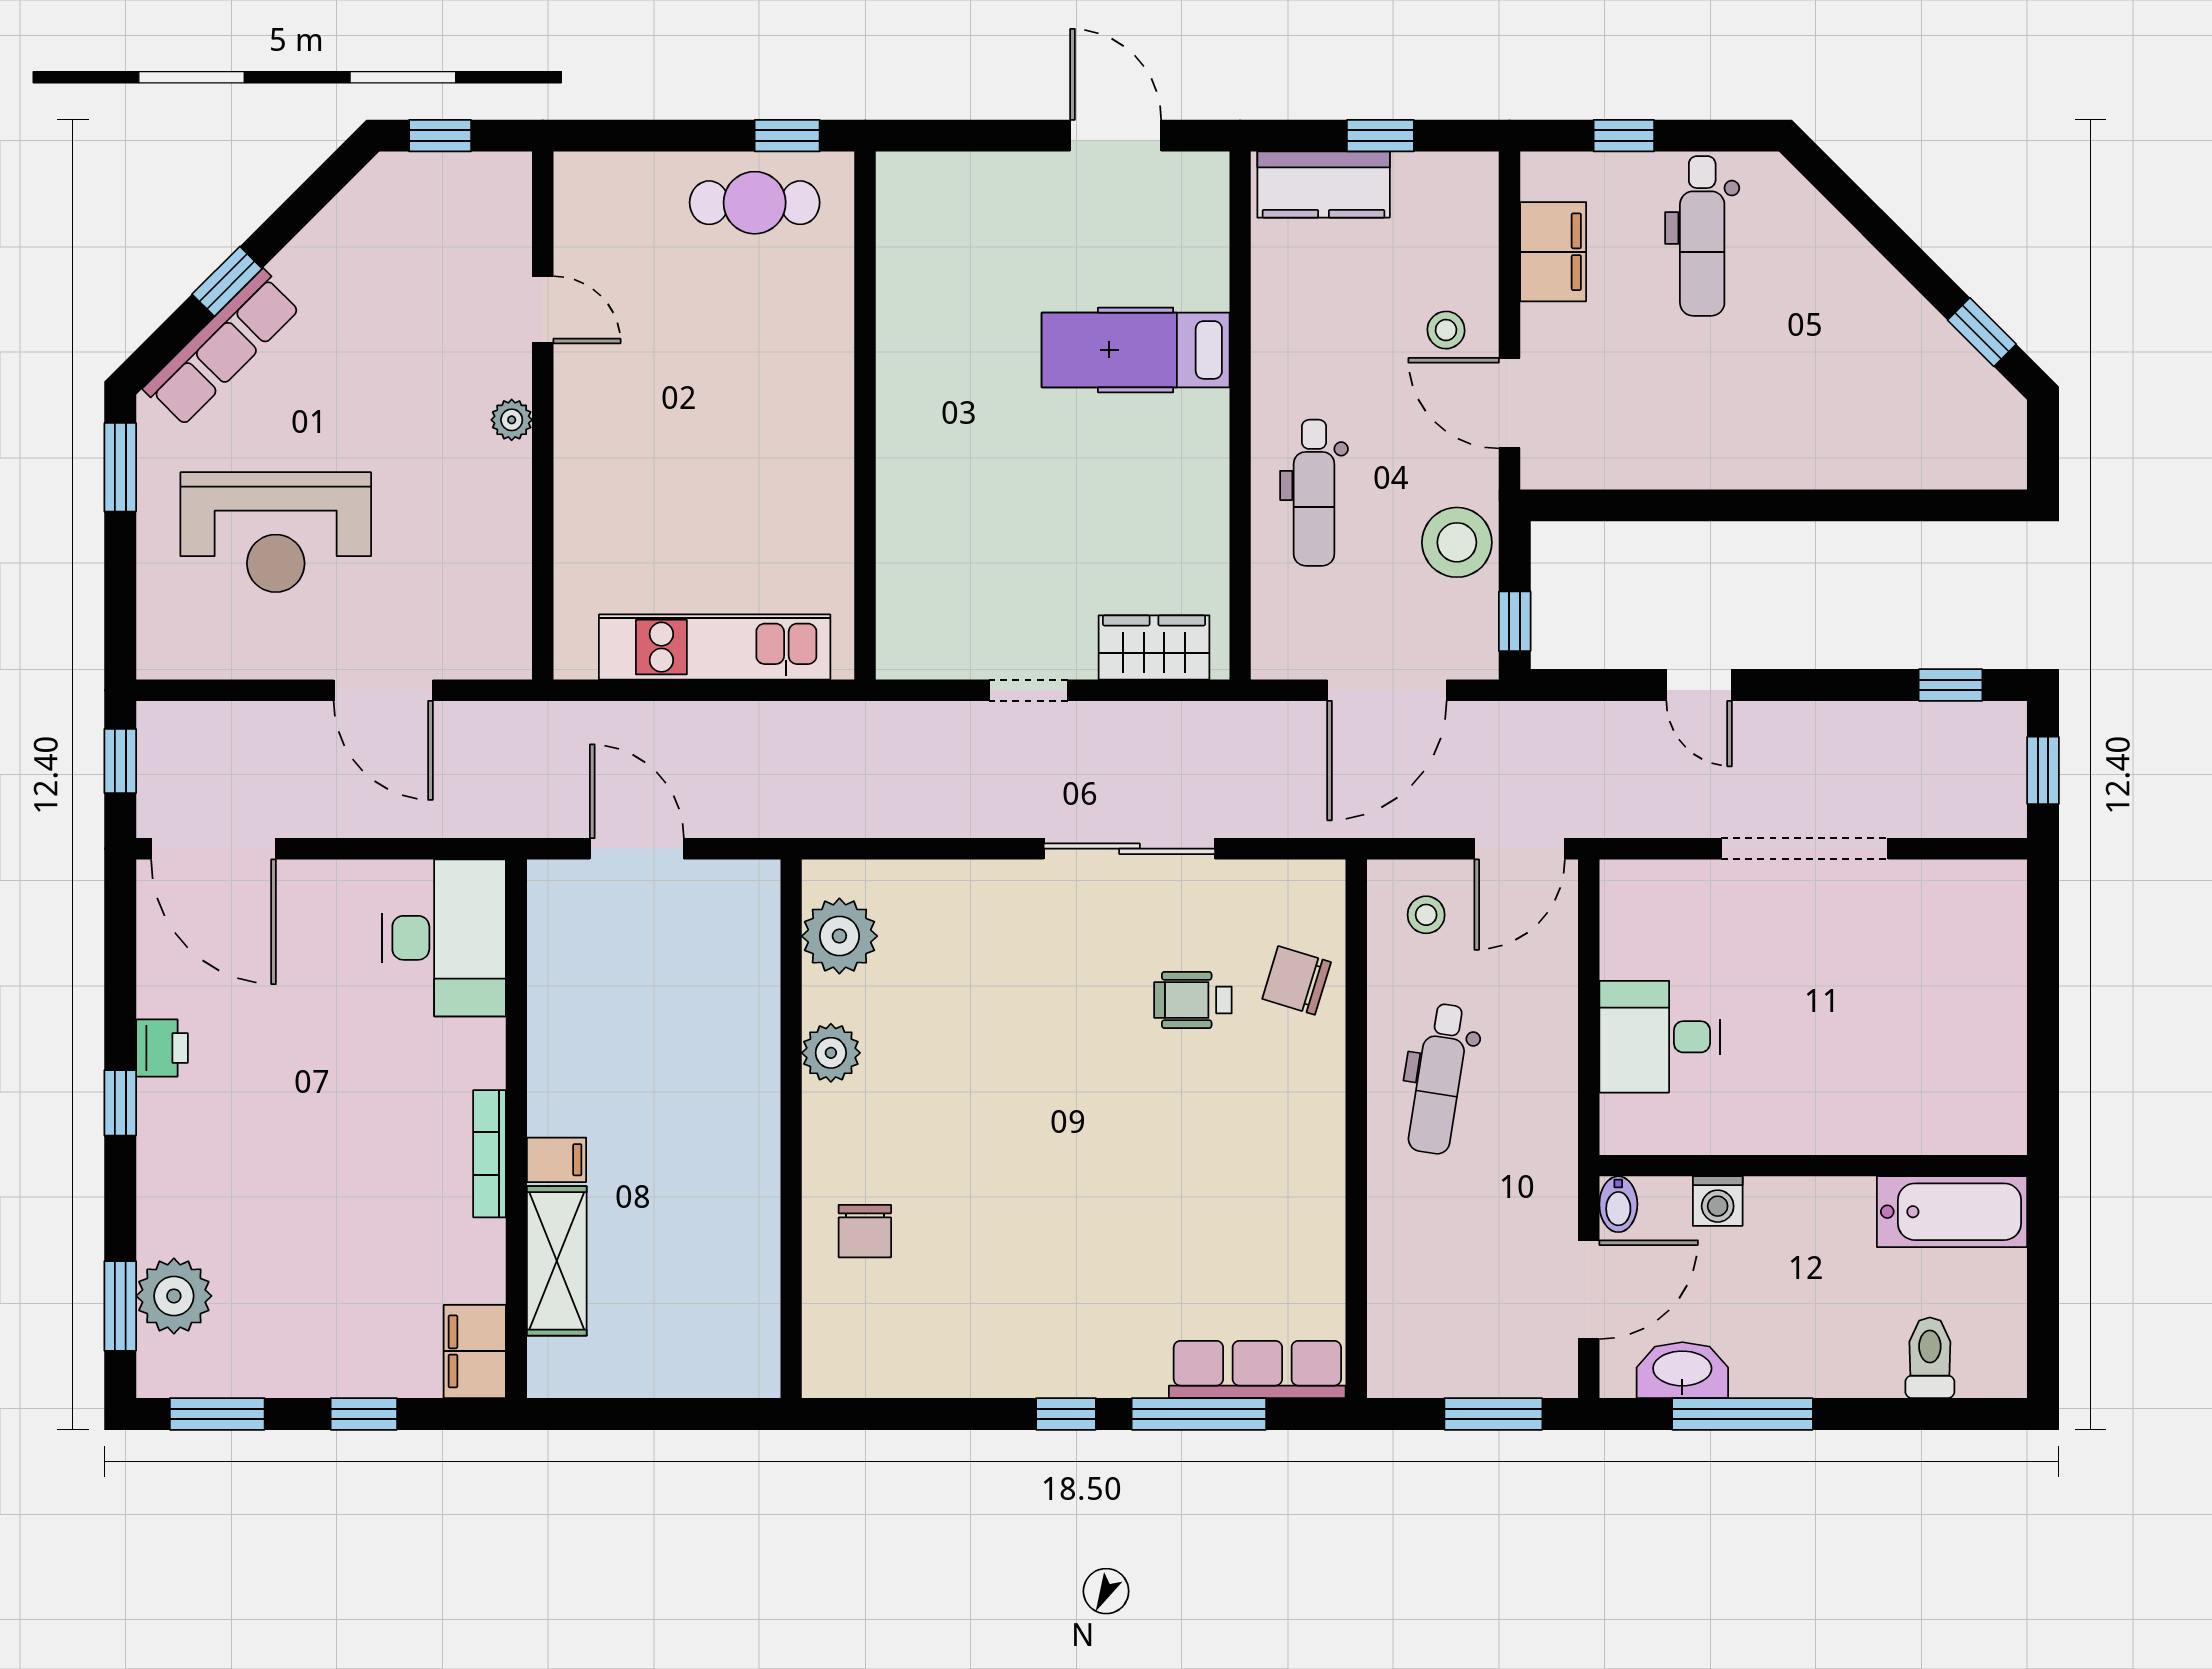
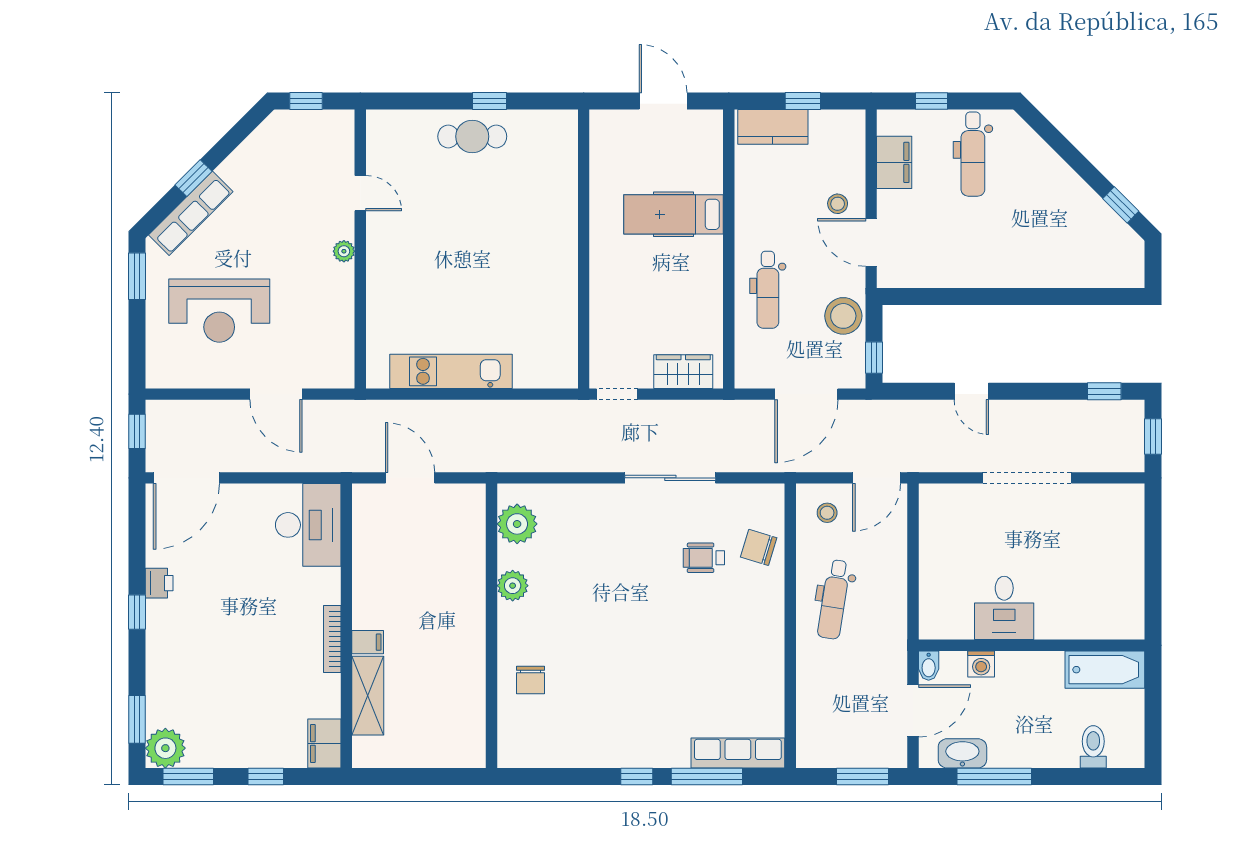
wall: (865, 416) -> (584, 249), moved
door: (213, 849) -> (186, 478), hinge flipped
desk: (1659, 1037) -> (1004, 608), moved, turned -90
plant: (174, 1296) -> (165, 748), moved

